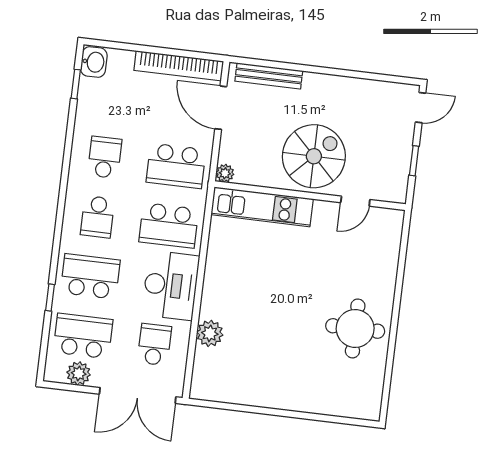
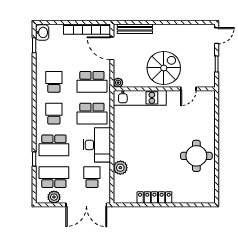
school desk: (97, 217) -> (54, 114), turned 180
school desk: (90, 276) -> (54, 145), turned 180
locker: (267, 397) -> (154, 197), added

